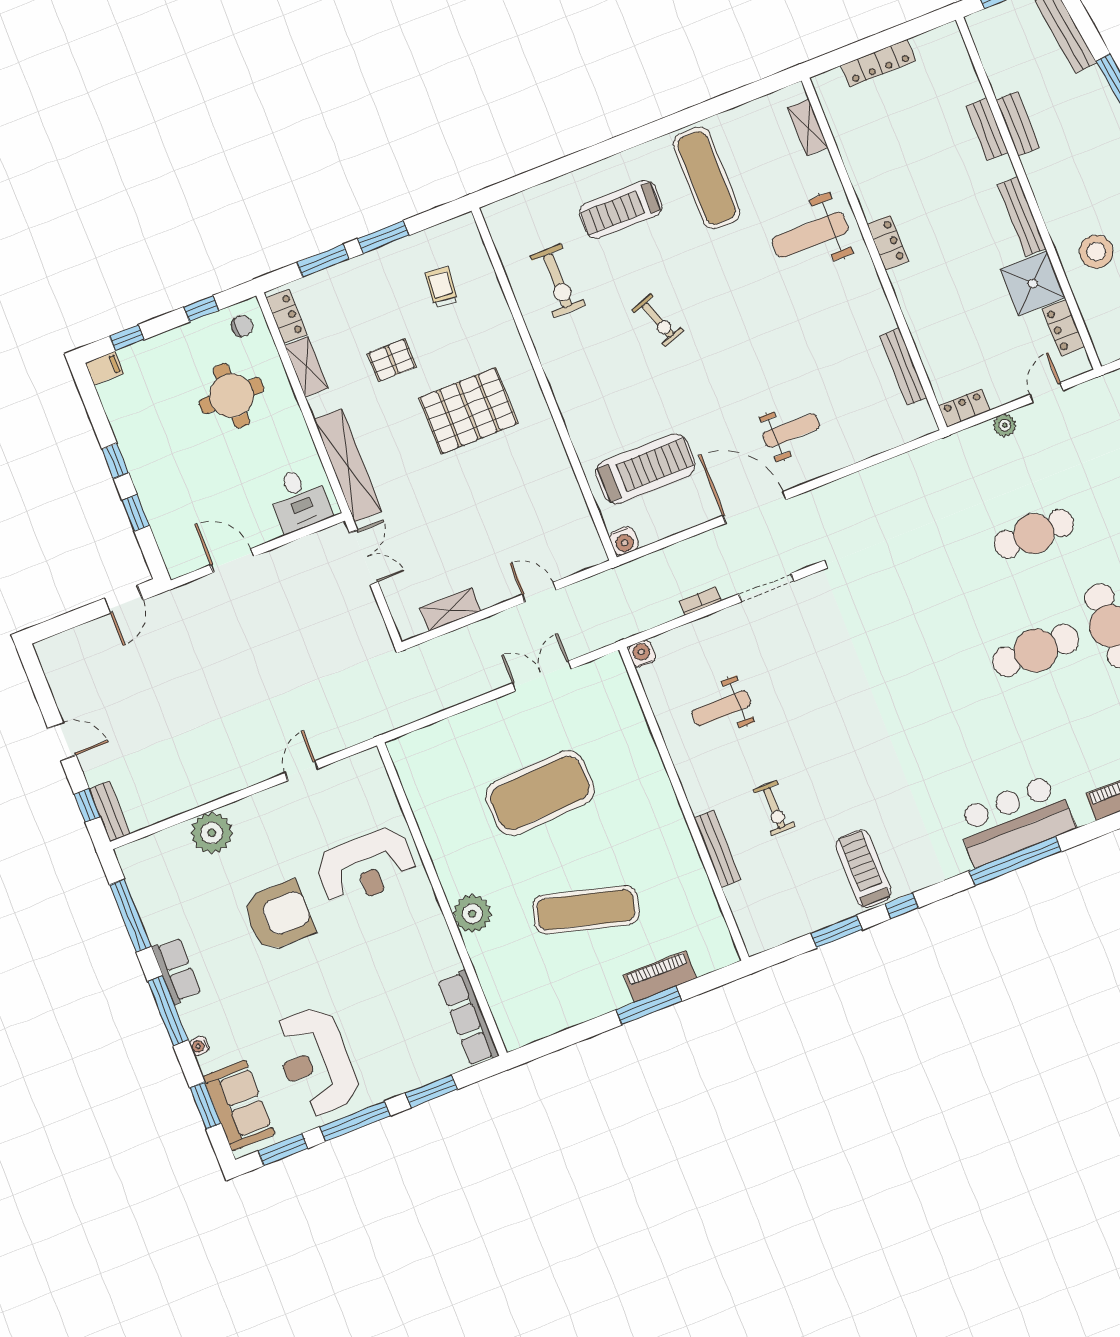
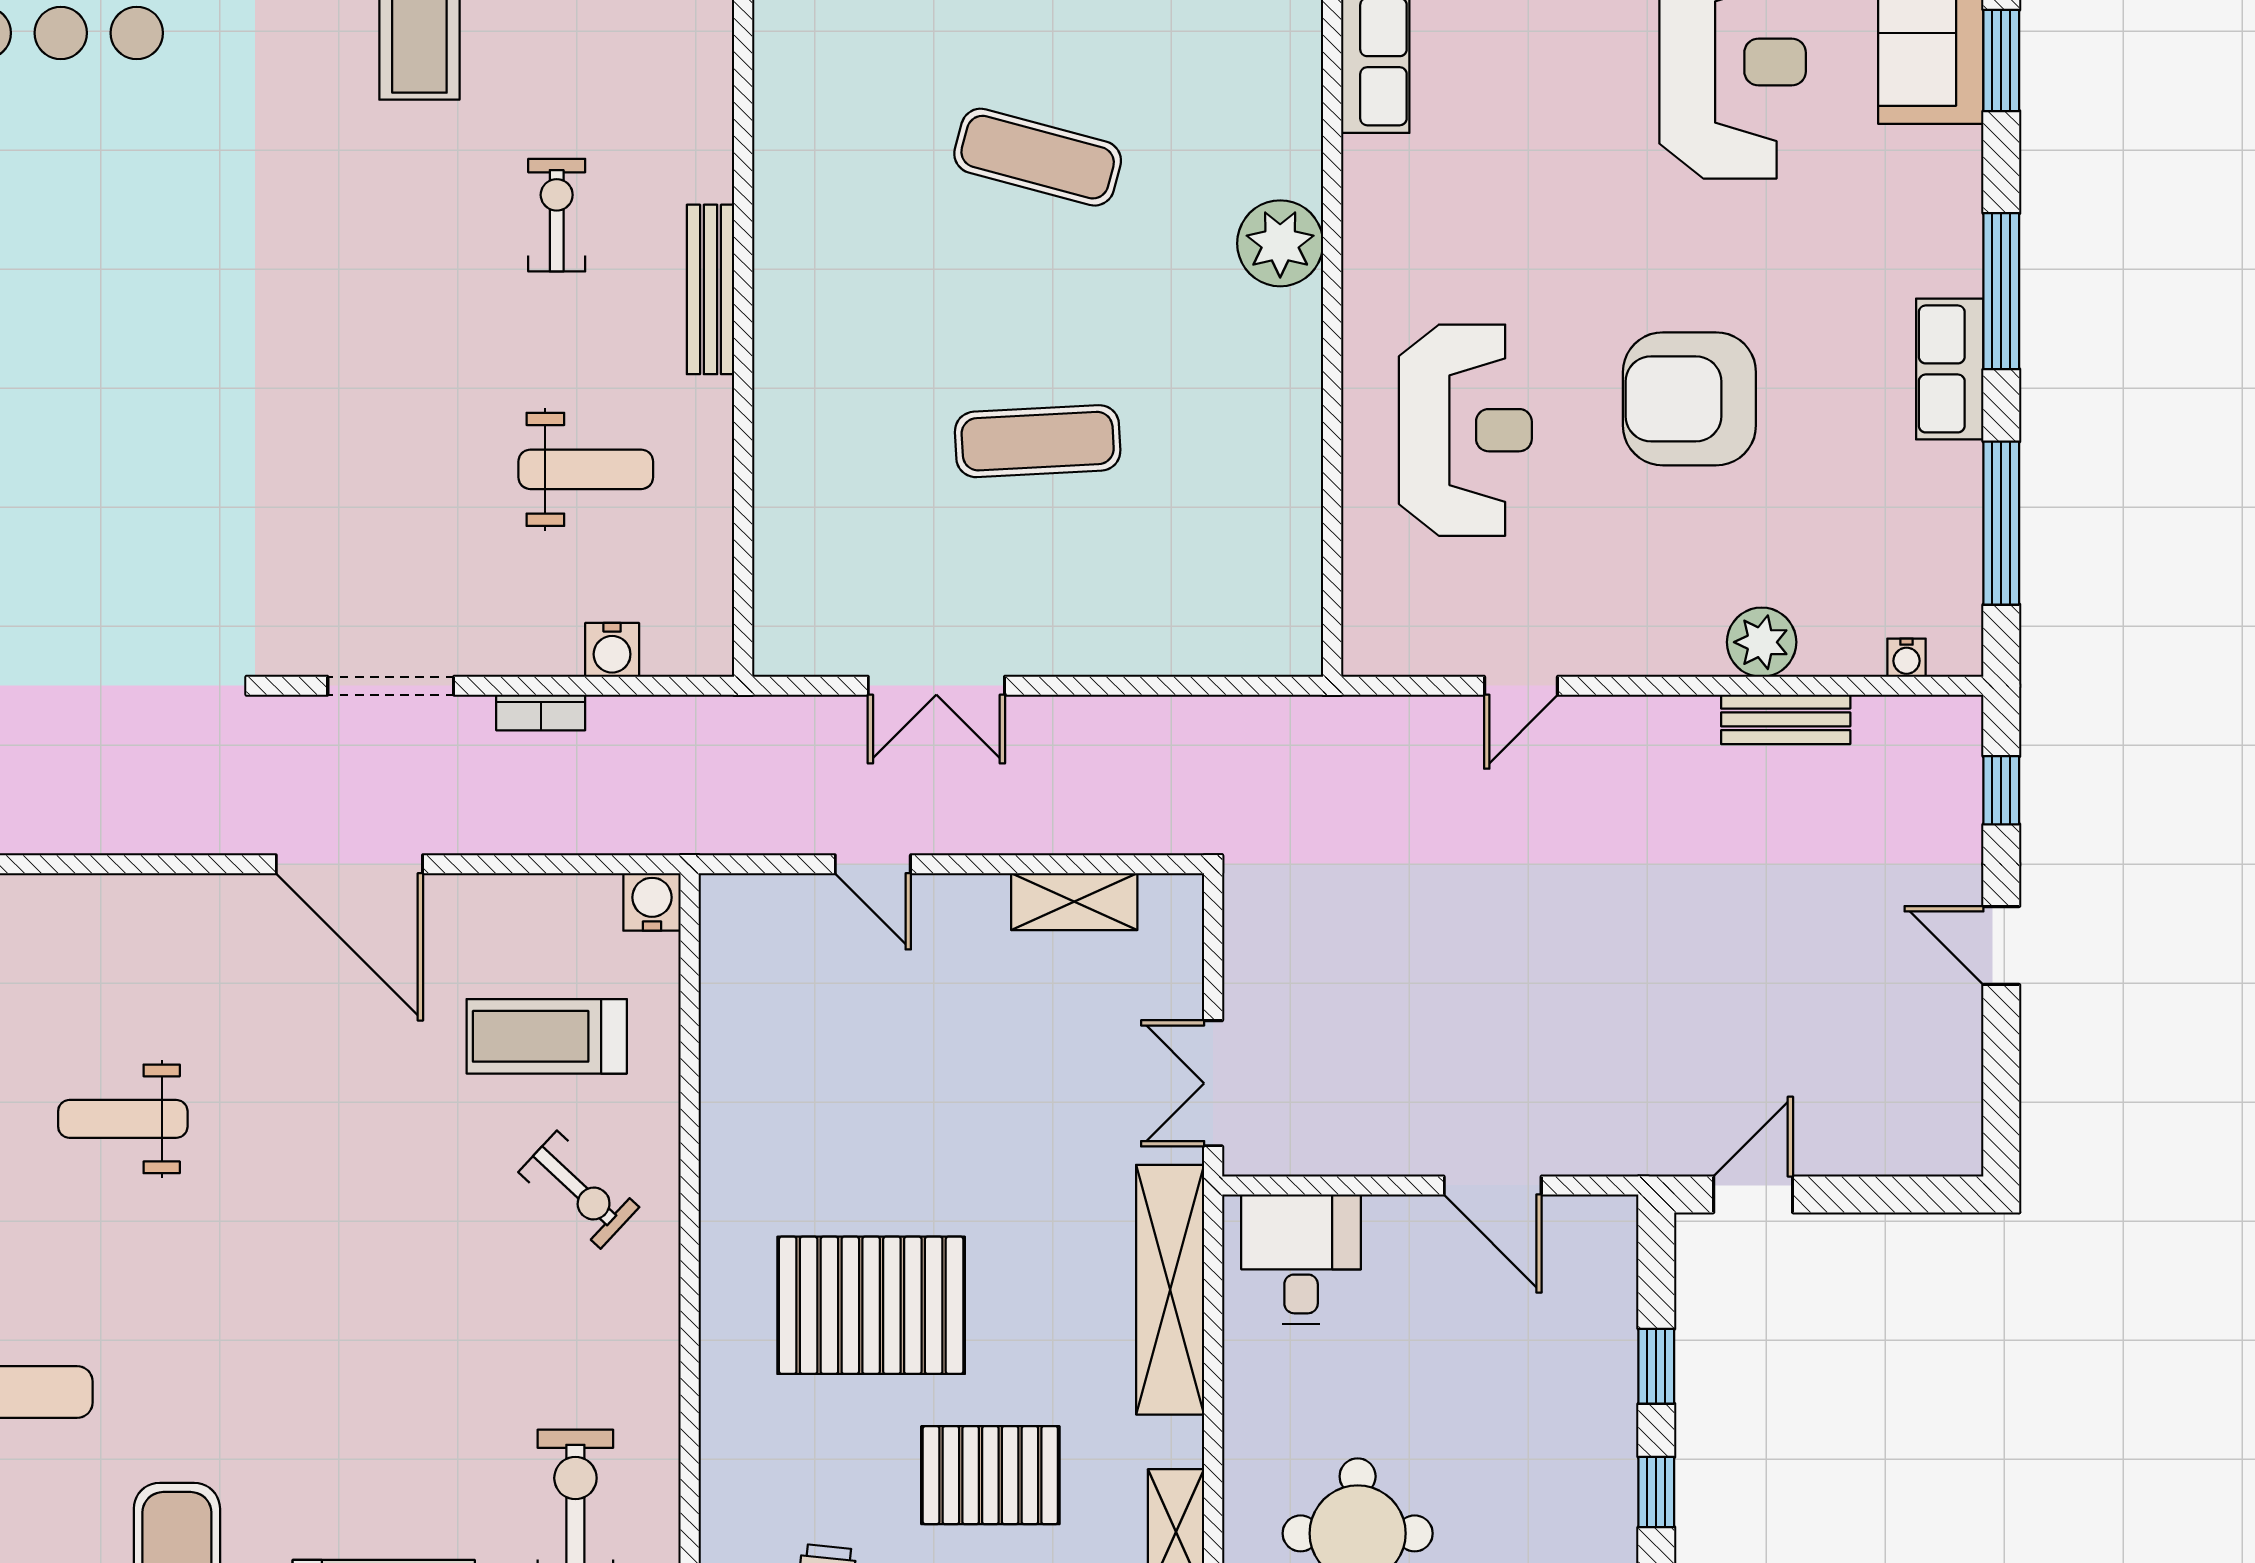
exercise bike: (658, 320) -> (579, 1190), moved, turned 153
pallet: (392, 360) -> (990, 1475), width x1.50, depth x1.42
weight bench: (791, 430) -> (123, 1119), moved
treadmill: (645, 469) -> (547, 1036), width x0.73, depth x0.73
water cooler: (642, 654) -> (612, 650), moved
exercise mat: (540, 793) -> (1038, 441), width x0.50, depth x0.69
bench: (110, 811) -> (1786, 719), moved, turned 90
plant: (212, 833) -> (1762, 642), width x0.73, depth x0.73
bench: (717, 849) -> (711, 289), moved
reception desk: (366, 867) -> (1465, 430), turned 90
exercise mat: (586, 910) -> (1038, 157), width x0.73, depth x0.69
water cooler: (199, 1046) -> (1906, 658), moved, turned 90

